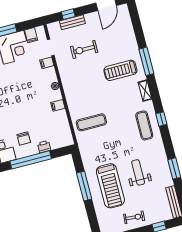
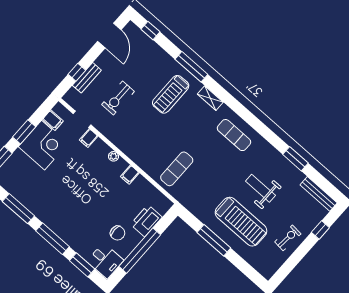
window: (161, 119) -> (150, 31), moved
printer: (44, 147) -> (146, 221), width x1.87, depth x1.48

